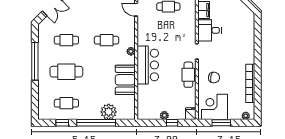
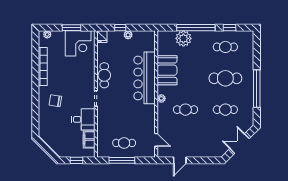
bar counter: (148, 65) -> (145, 78), width x1.36
chair: (214, 78) -> (55, 101), moved

